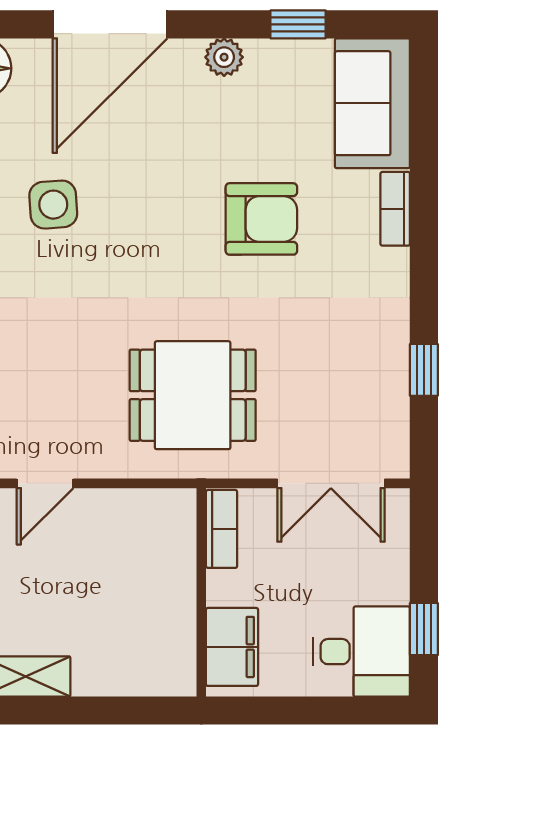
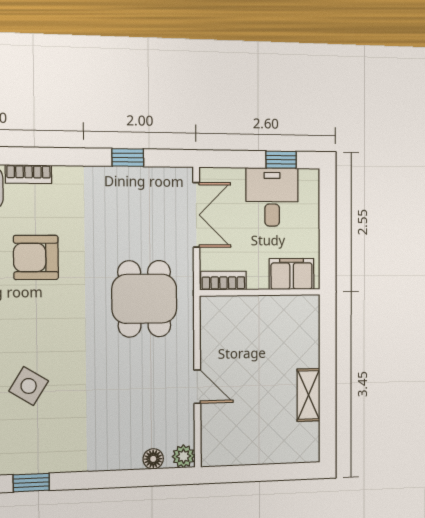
side table: (53, 205) -> (29, 386), turned 36
armchair: (261, 219) -> (36, 257), turned -90
desk: (361, 652) -> (272, 197), moved

